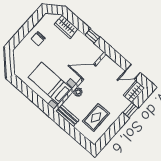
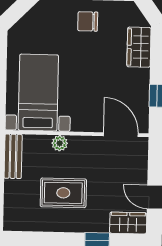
door: (89, 72) -> (121, 135), moved
rug: (96, 117) -> (63, 193), moved

